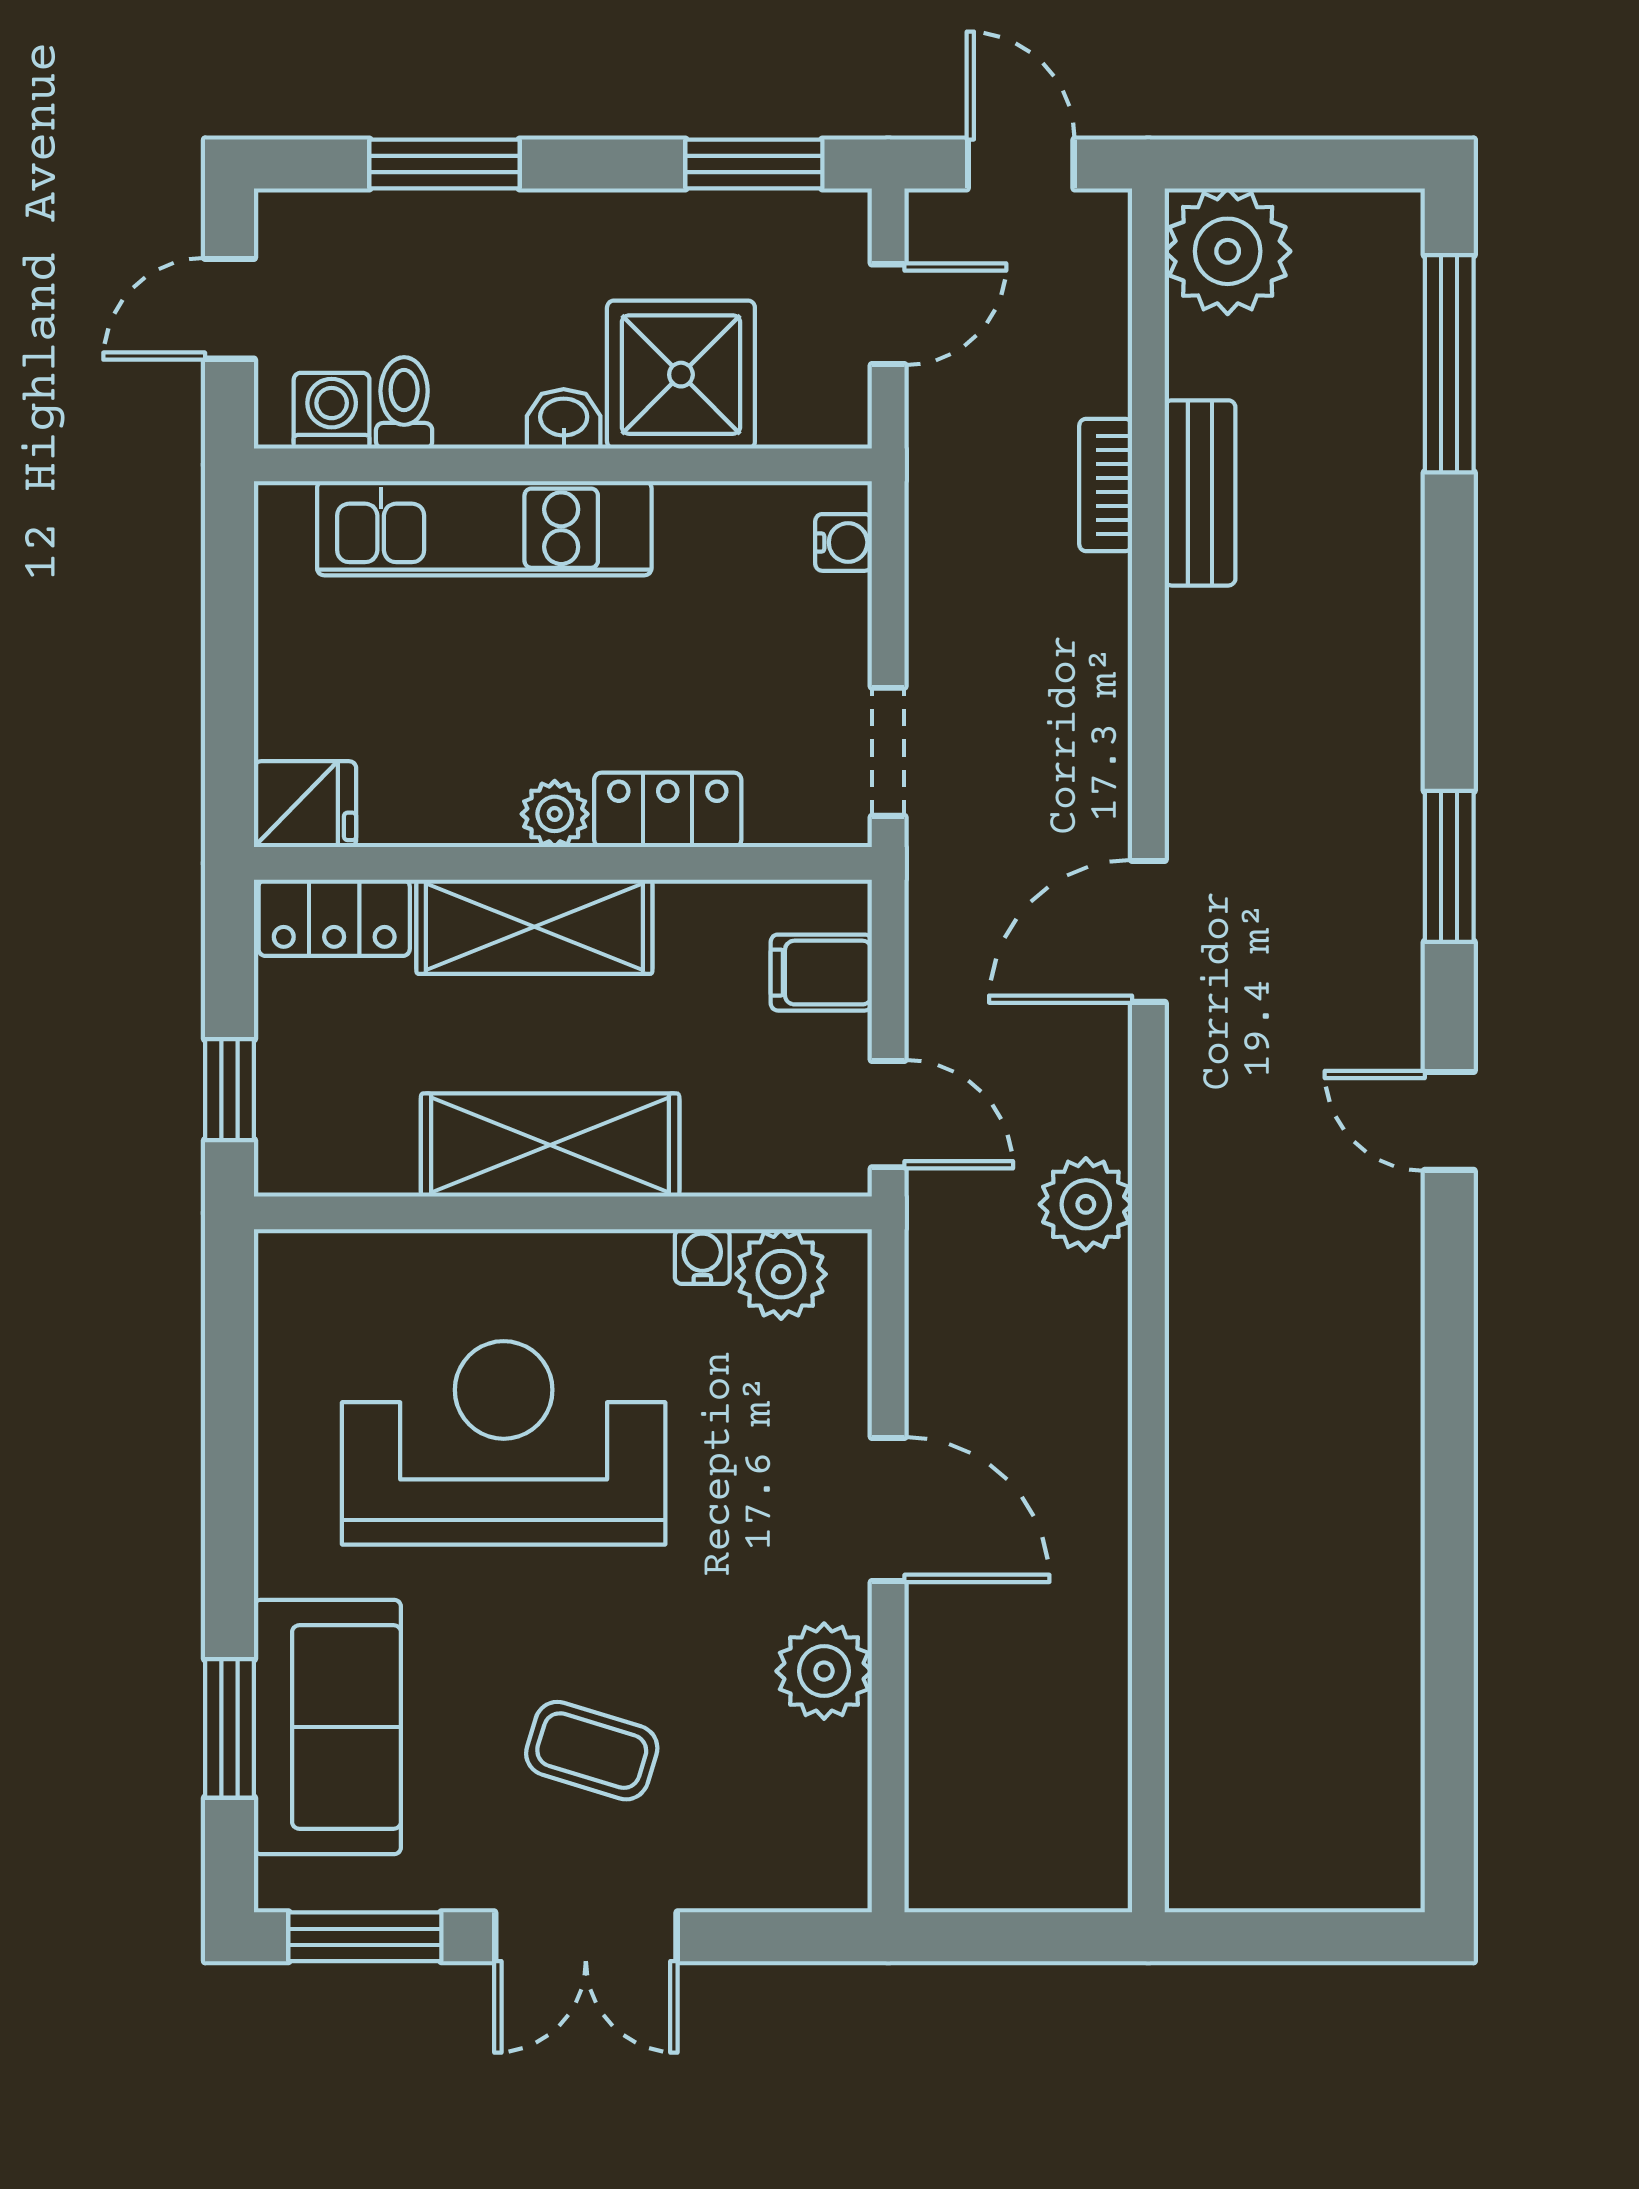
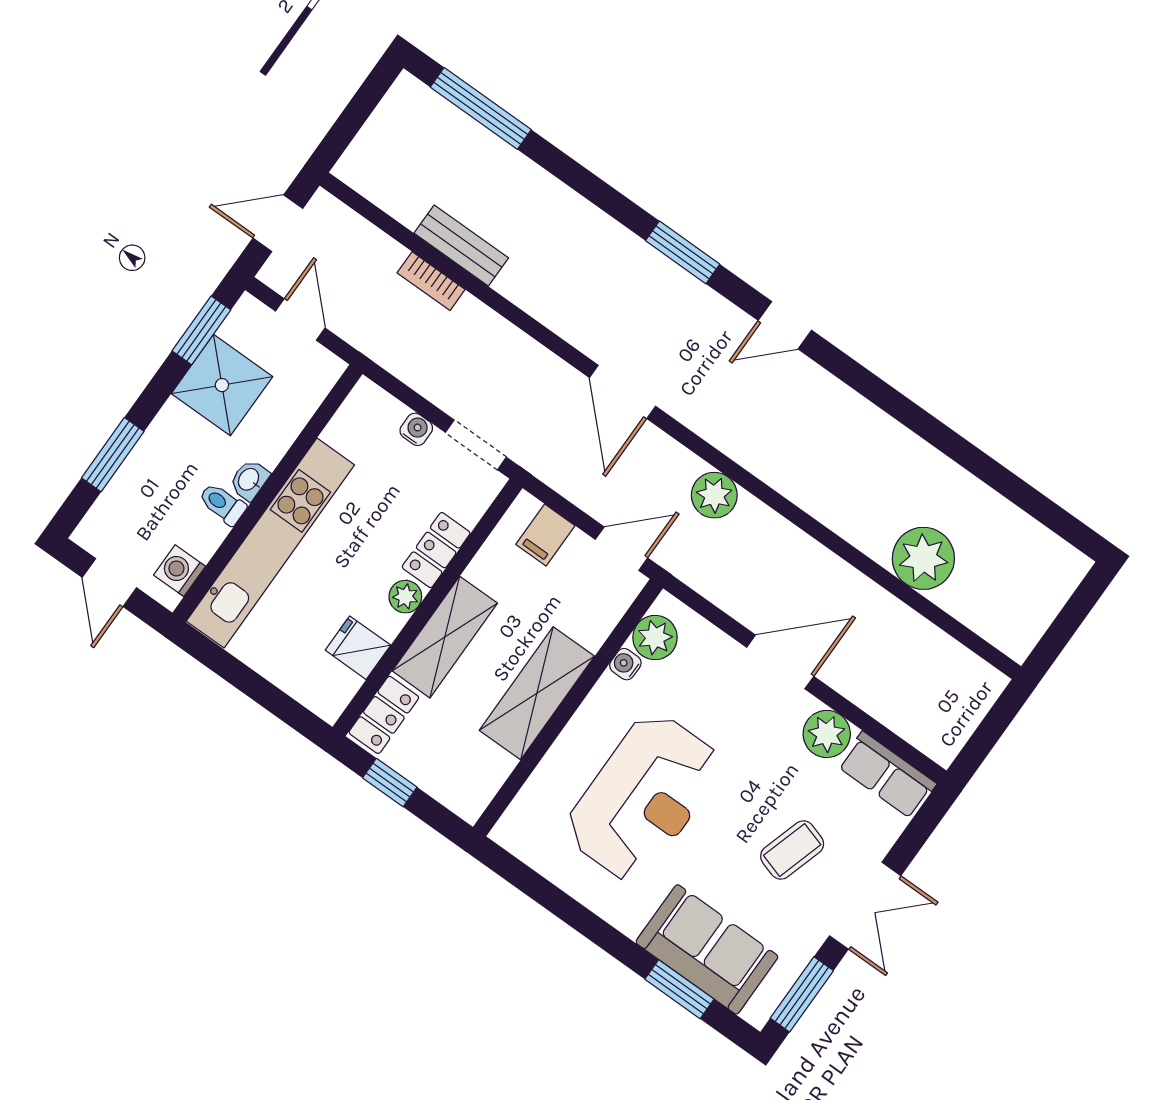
plant: (1228, 251) -> (923, 558), moved
shower: (681, 375) -> (222, 385), moved
toilet: (404, 403) -> (222, 504), moved
kitchen unit: (484, 528) -> (270, 543), width x1.36
water cooler: (844, 542) -> (416, 429), moved
fridge: (305, 804) -> (358, 648), moved, turned -90
window: (229, 1090) -> (390, 783), moved
reception desk: (504, 1443) -> (643, 797), turned 180
row of seats: (827, 1819) -> (887, 775), added

